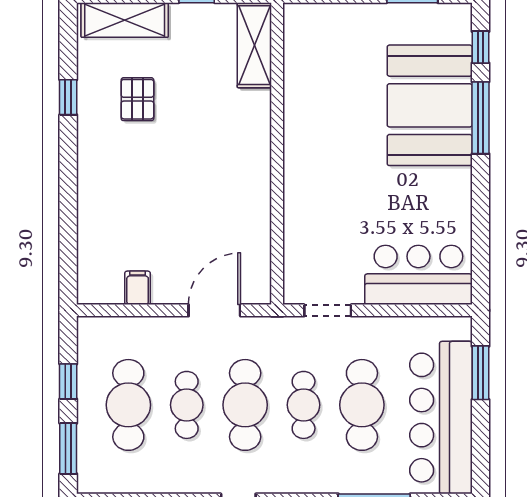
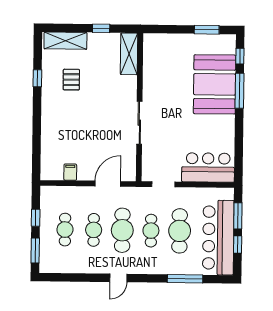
sliding door: (277, 185) -> (139, 123), added
cafe table: (128, 405) -> (65, 230), width x0.73, depth x0.74
window: (480, 431) -> (238, 244), added

